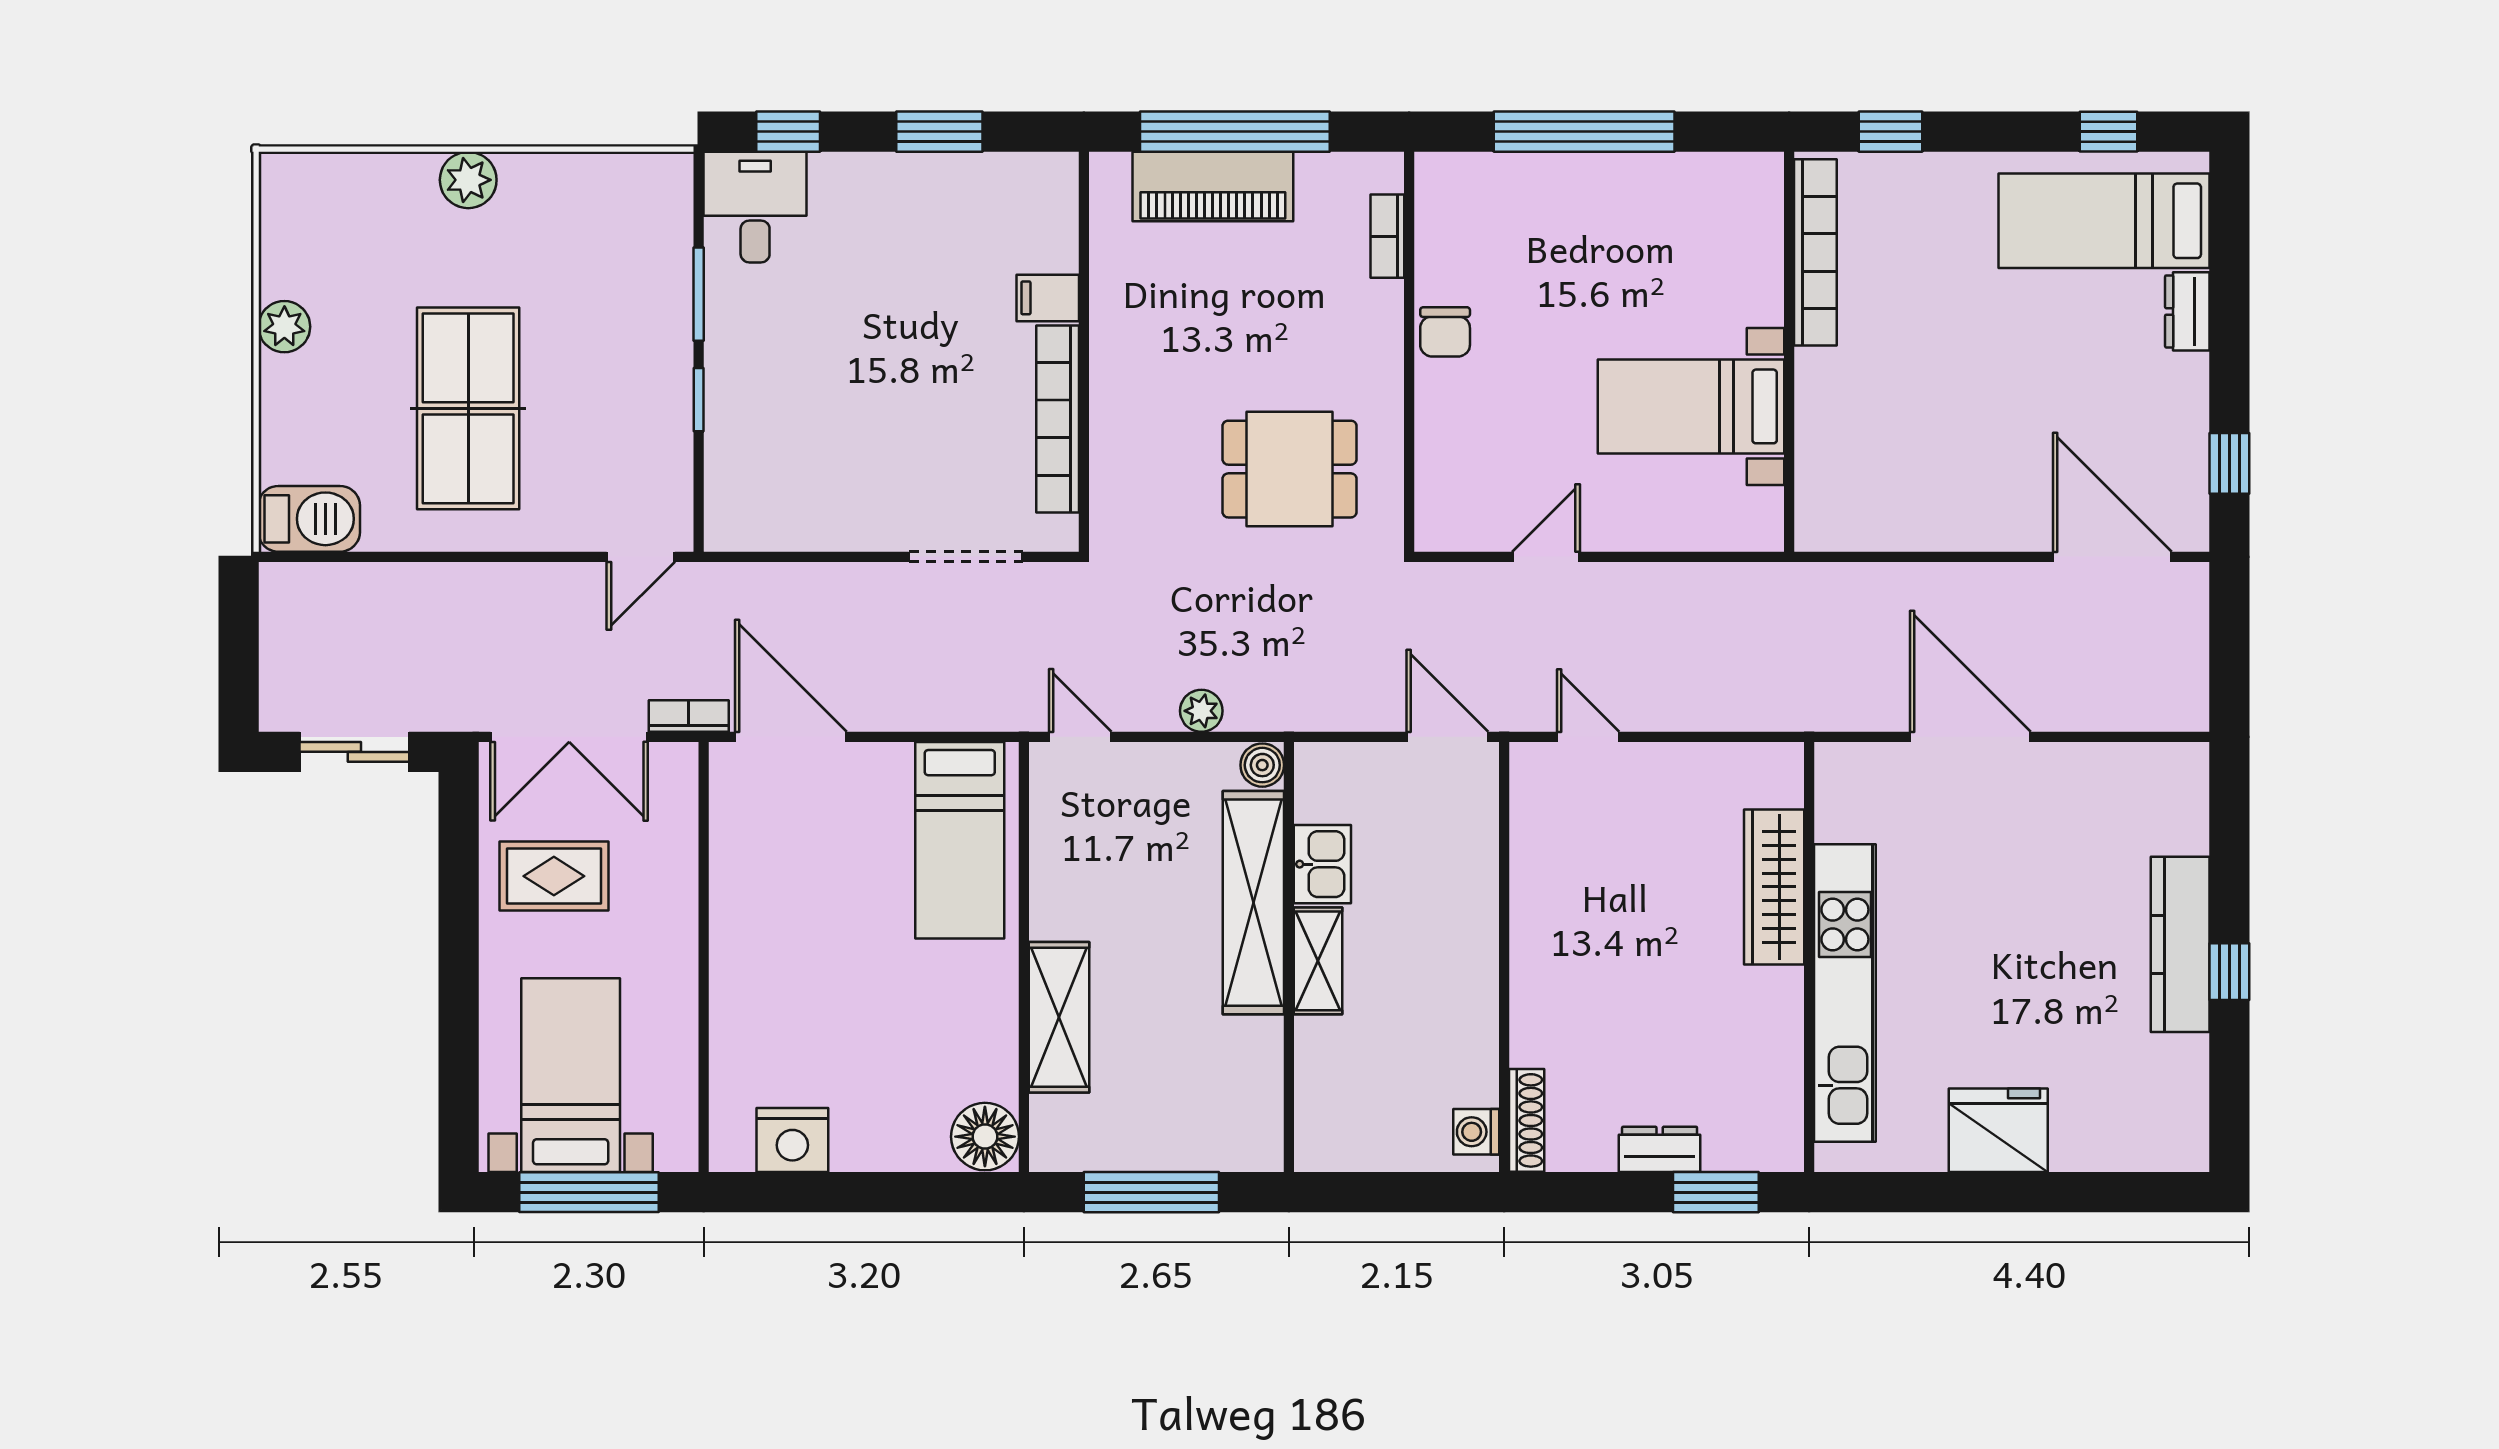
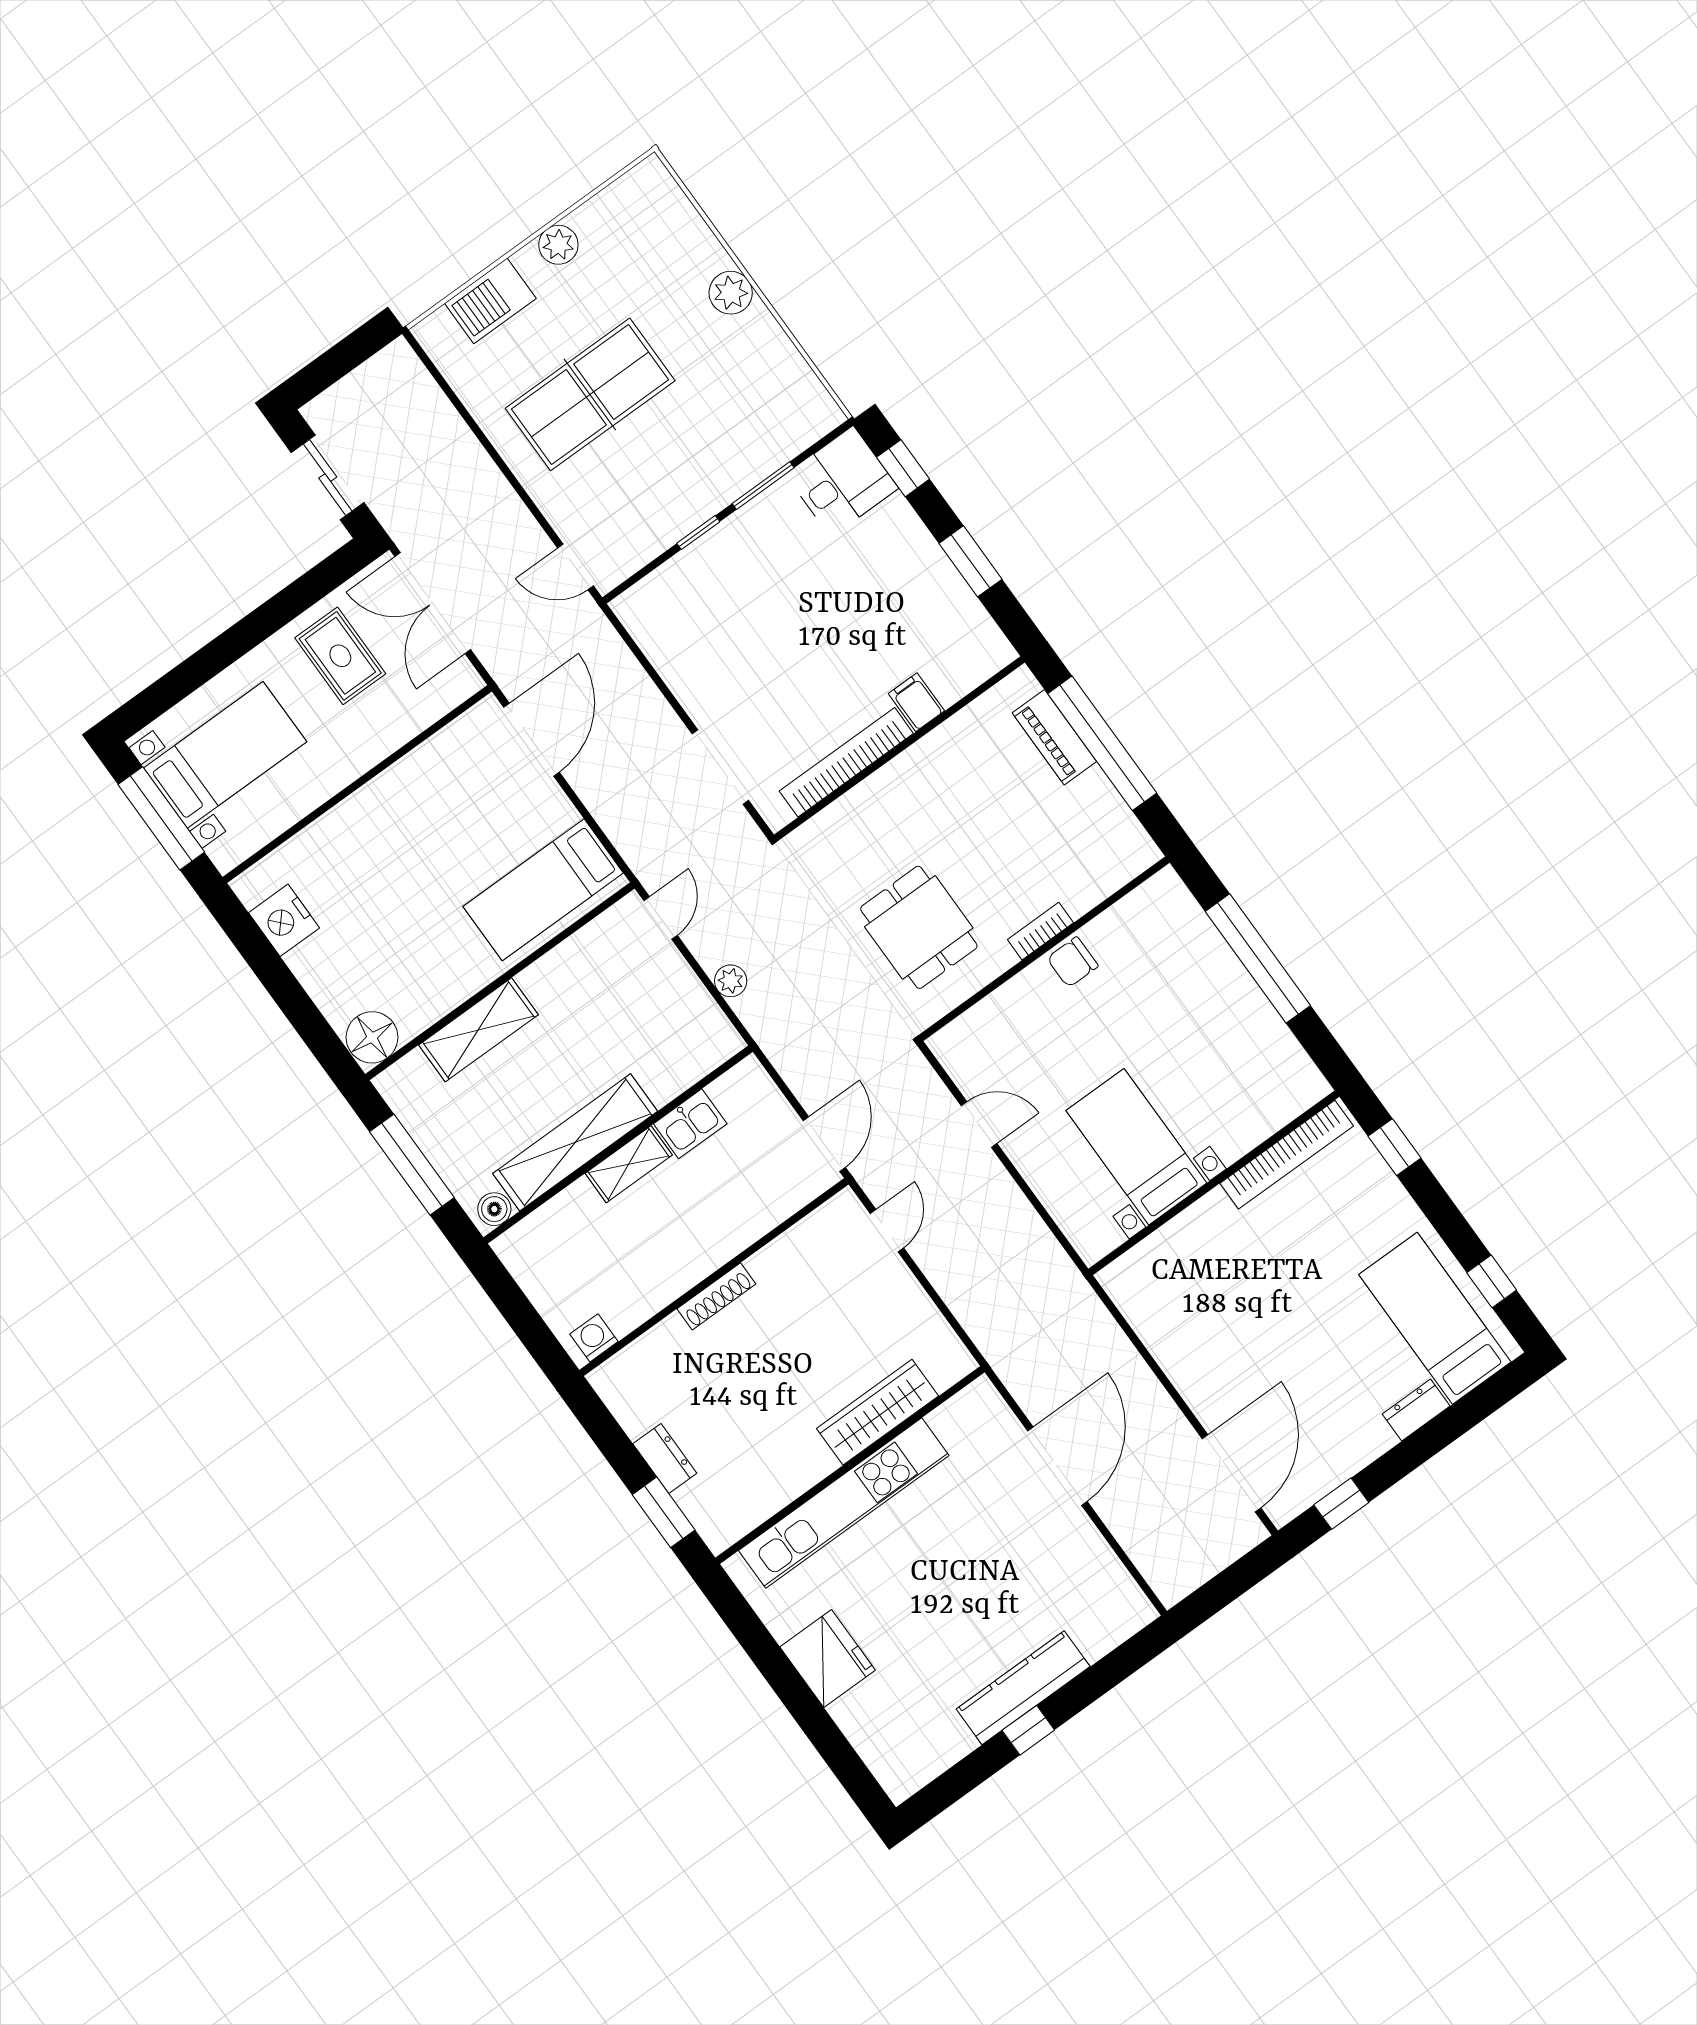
piano: (1213, 187) -> (1054, 737), width x0.73, depth x0.75
bookcase: (1387, 236) -> (1040, 931), moved
barbecue: (309, 519) -> (490, 301), moved, turned 90
bookcase: (689, 716) -> (499, 667), removed
boiler: (1262, 765) -> (494, 1209), moved
shelving: (1253, 903) -> (575, 1142), moved
shoe rack: (1527, 1120) -> (716, 1296), moved

